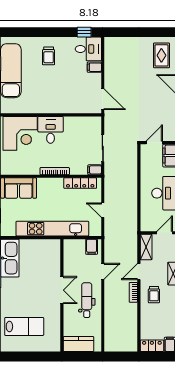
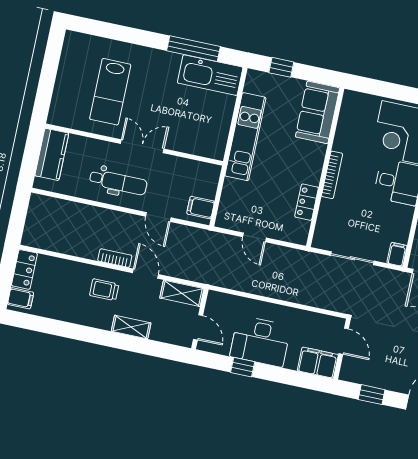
filing cabinet: (95, 170) -> (397, 254), moved
locker: (80, 183) -> (307, 202), width x0.66
door: (103, 210) -> (254, 237), swing flipped
kitchen unit: (52, 229) -> (245, 137), width x0.73
double door: (62, 290) -> (142, 146), swing flipped
lab bench: (24, 326) -> (110, 92), moved

